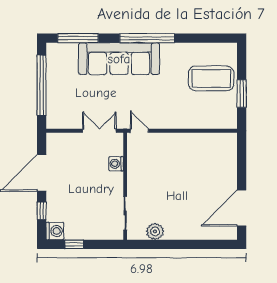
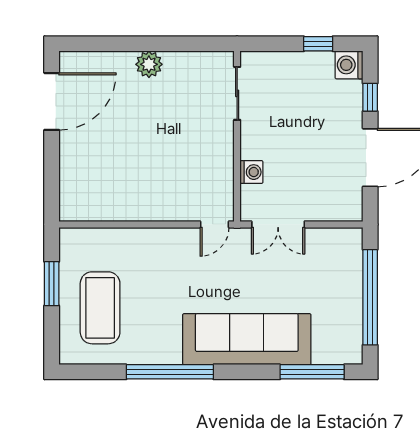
window: (147, 38) -> (170, 372), moved
coffee table: (211, 78) -> (100, 308), turned 90
door: (139, 131) -> (215, 224), hinge flipped
plant: (155, 231) -> (149, 64), moved

